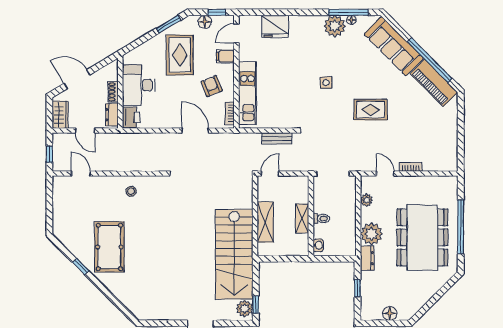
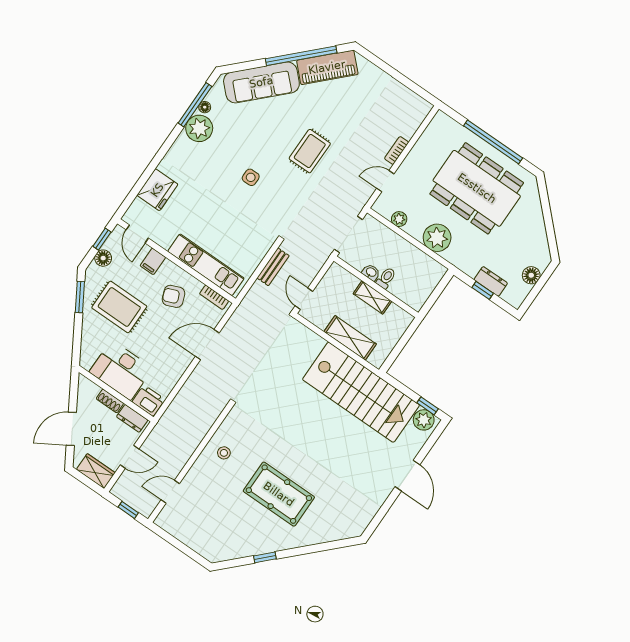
washbasin: (318, 245) -> (371, 272), moved
pool table: (109, 247) -> (279, 494), moved
dresser: (367, 258) -> (491, 281), moved

